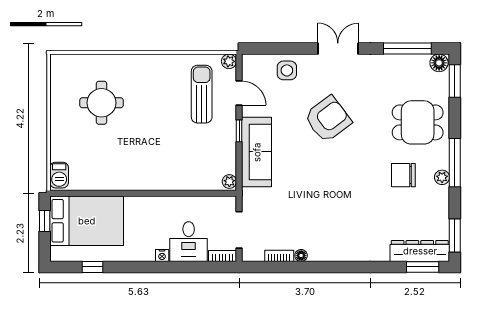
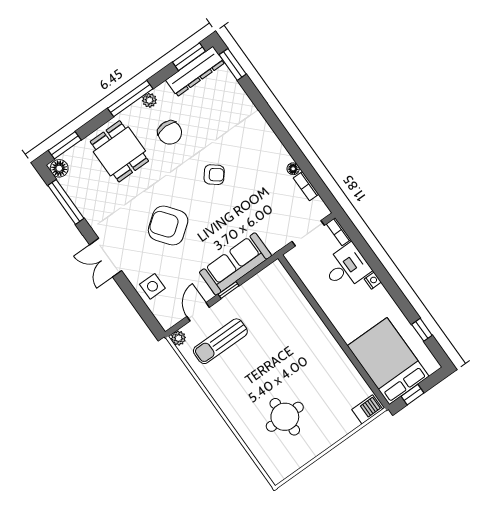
plant: (229, 182) -> (275, 269), removed
armchair: (343, 187) -> (214, 175), added
dresser: (420, 251) -> (195, 71), moved, turned -90

